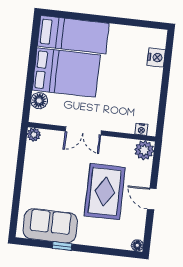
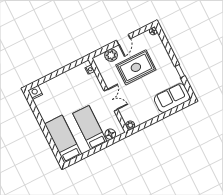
nightstand: (156, 57) -> (35, 92), moved
bed: (66, 72) -> (90, 128), width x0.67
plant: (144, 150) -> (111, 55), moved
sofa: (50, 226) -> (172, 98), moved, turned 90

